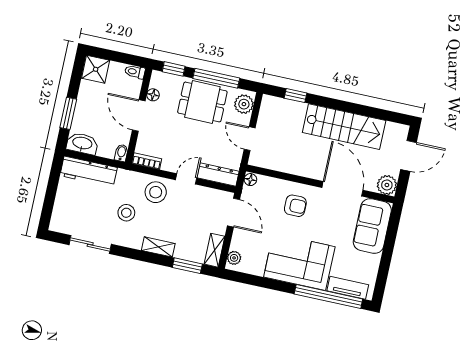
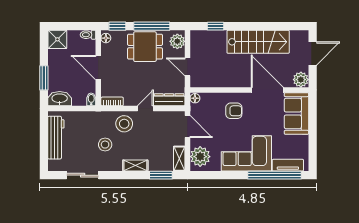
floor lamp: (153, 95) -> (106, 38), moved
workbench: (89, 172) -> (56, 138), moved, turned -90
plant: (234, 258) -> (200, 157), width x1.88, depth x1.88

